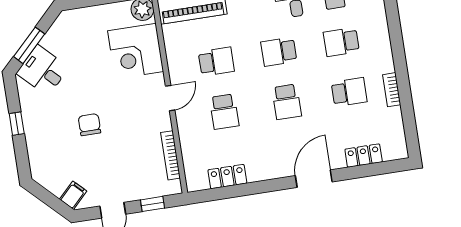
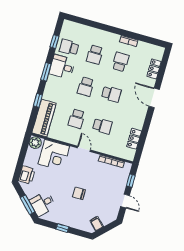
printer: (80, 20) -> (27, 175), added
school desk: (216, 62) -> (77, 119), turned 180
filing cabinet: (73, 195) -> (97, 224), moved

